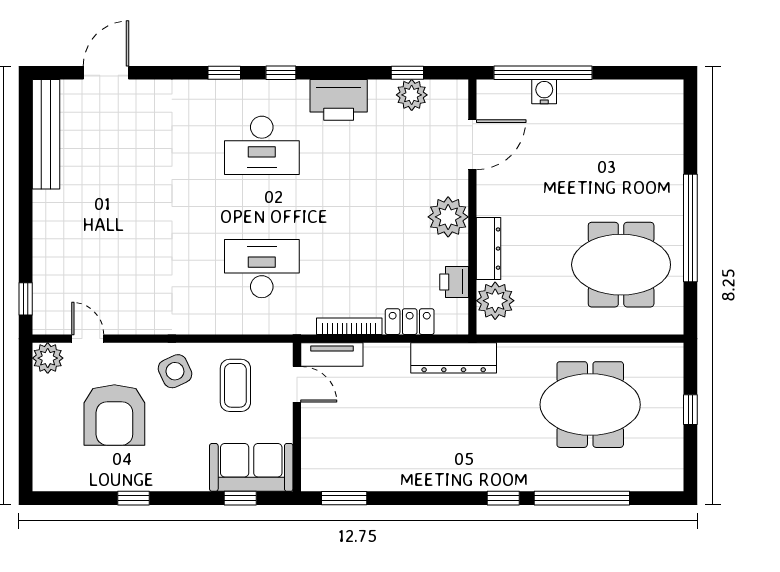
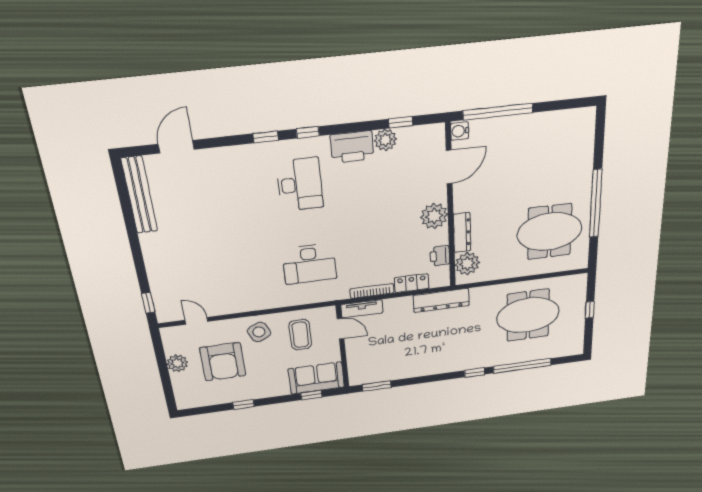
water cooler: (544, 92) -> (460, 131), moved, turned -90
plant: (412, 95) -> (385, 140), moved
desk: (262, 145) -> (300, 184), turned -90
desk: (262, 269) -> (309, 264), turned 180
plant: (48, 358) -> (177, 363), moved

